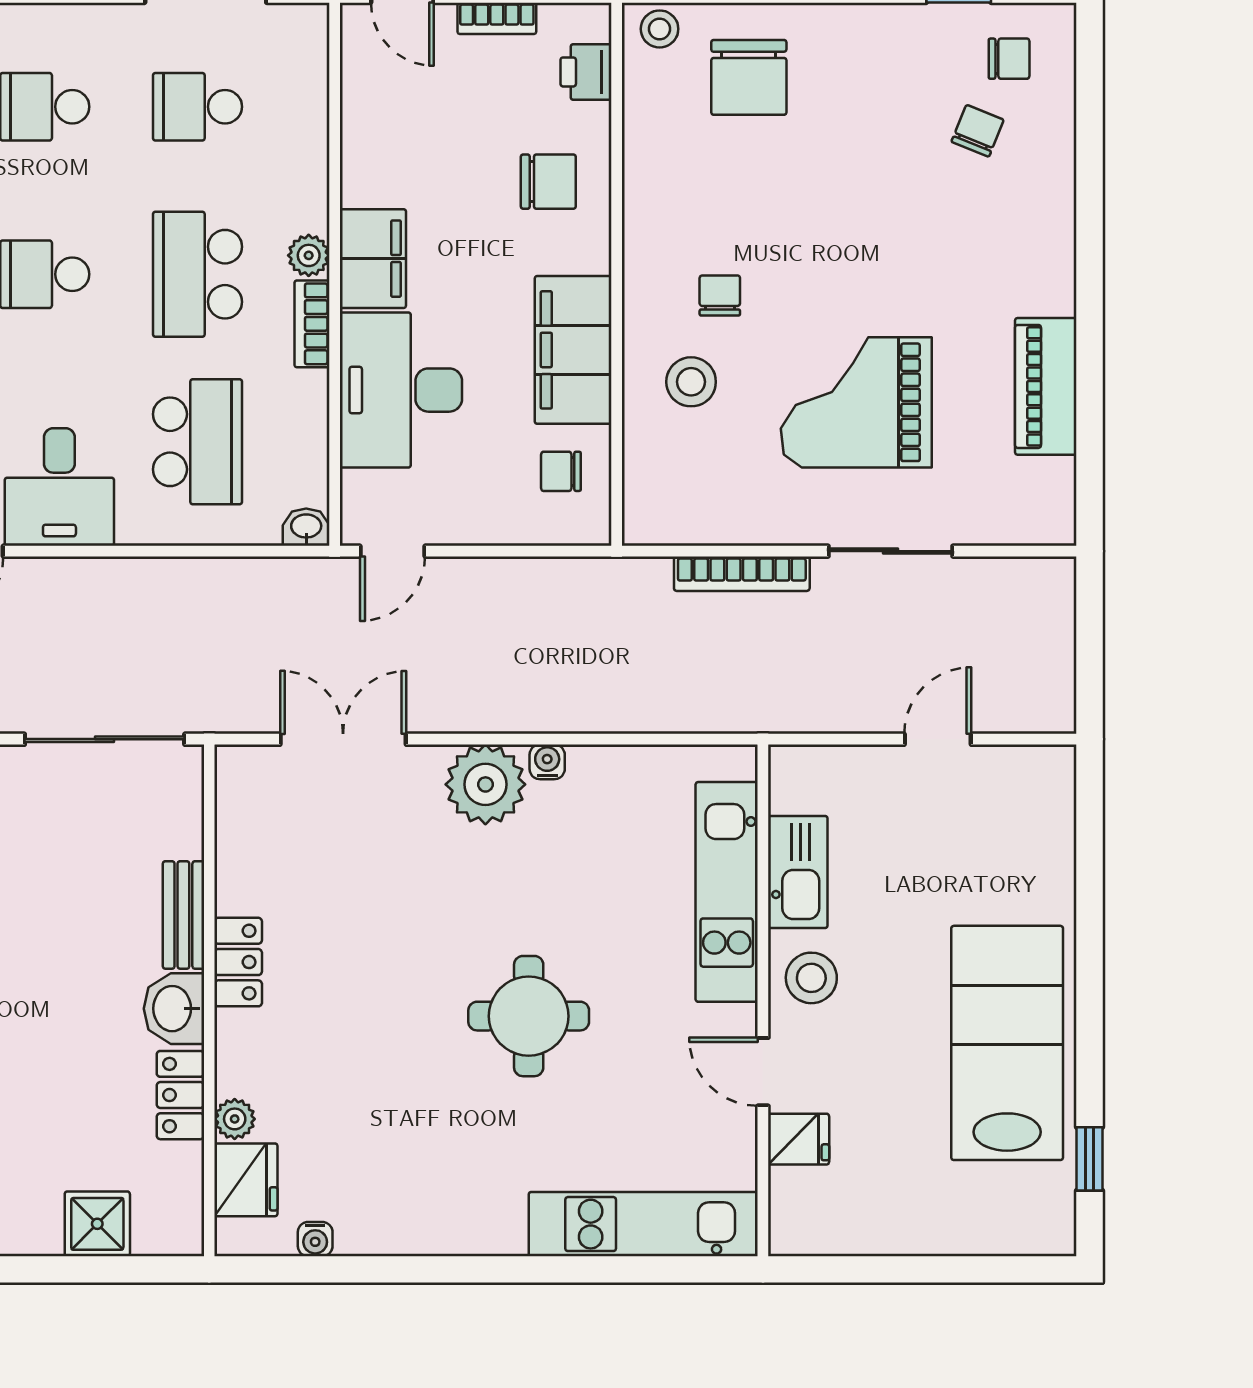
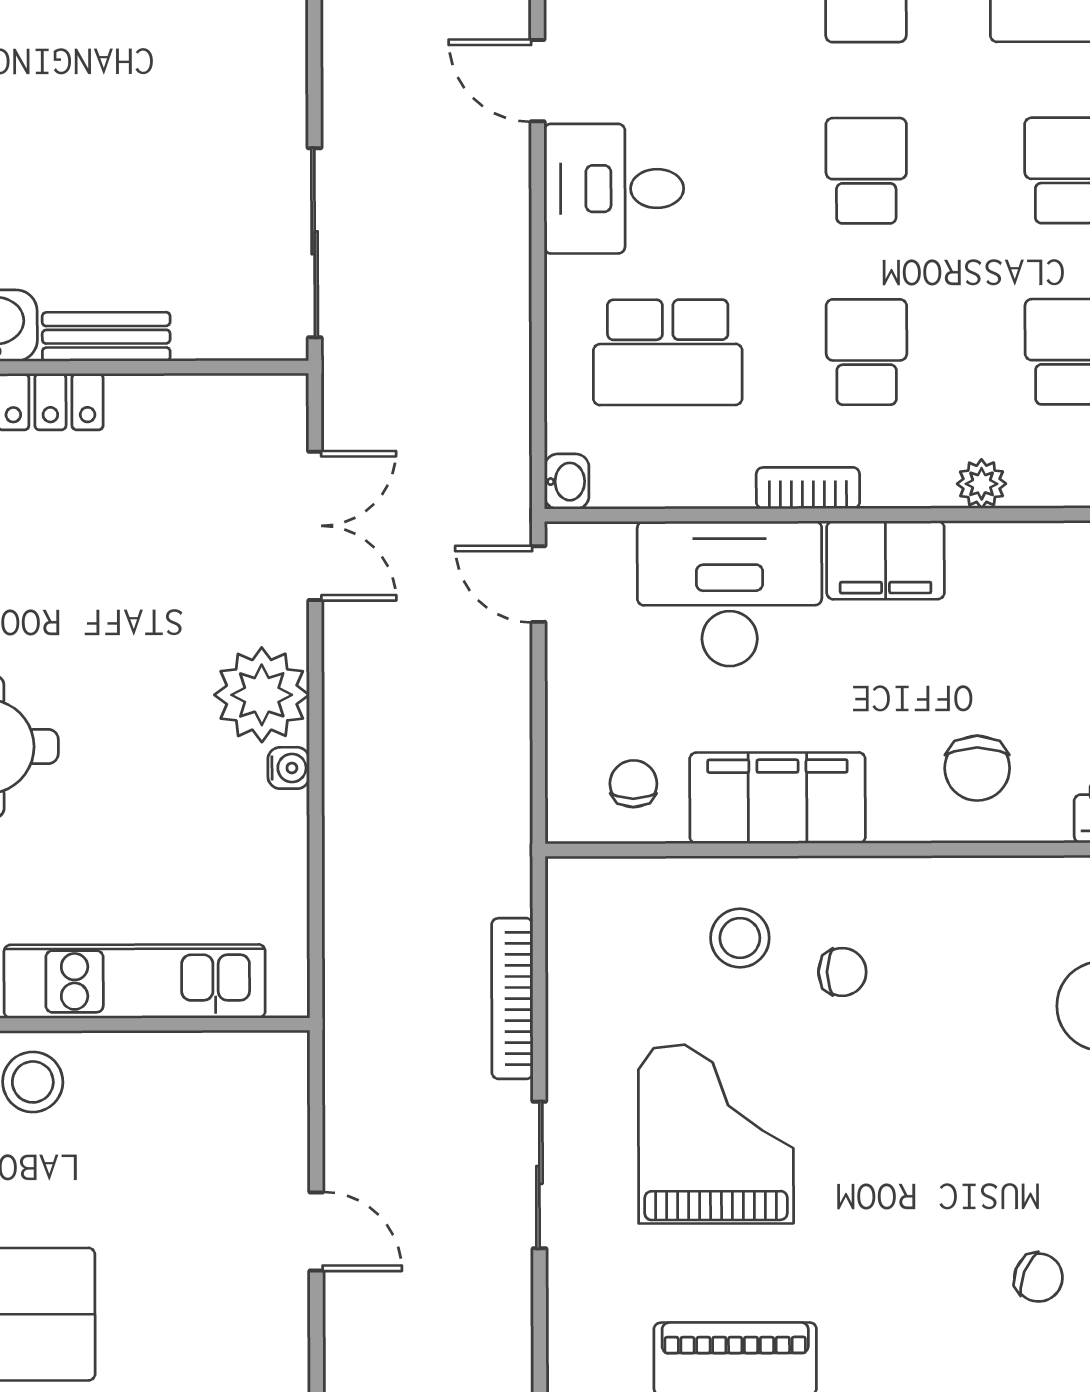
plant: (309, 255) -> (982, 484), moved
school desk: (197, 274) -> (867, 352), width x0.54
kitchen sink: (798, 872) -> (158, 1066), removed

